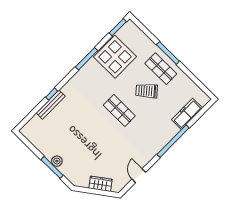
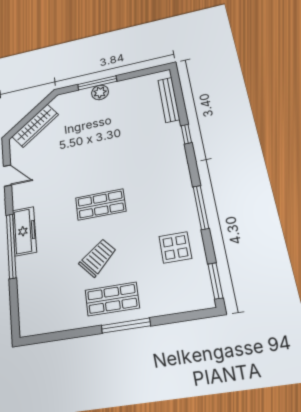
display table: (115, 57) -> (175, 247), width x0.54, depth x0.54
bench: (51, 105) -> (169, 100), moved
freezer: (187, 114) -> (24, 231), moved
wardrobe: (100, 184) -> (35, 126), width x1.50

